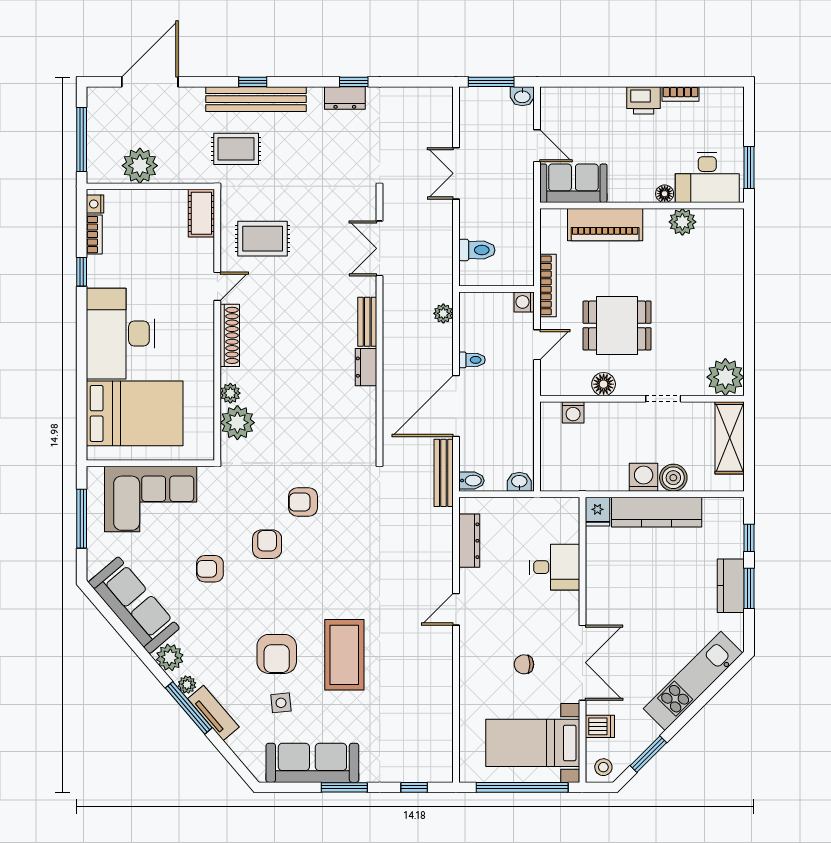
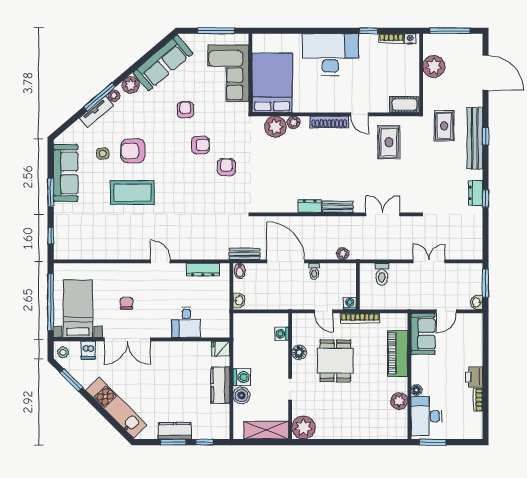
bed: (135, 413) -> (272, 83), moved, turned 180
bench: (444, 473) -> (244, 254), width x0.73
kitchen counter: (657, 512) -> (220, 385), width x0.67

